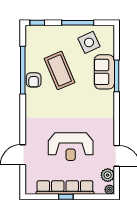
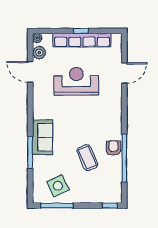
window: (78, 23) -> (57, 206), moved
coffee table: (60, 70) -> (87, 158), width x0.73, depth x0.76
sofa: (104, 72) -> (43, 137), moved

